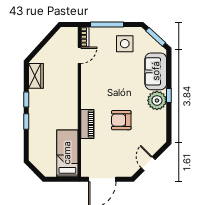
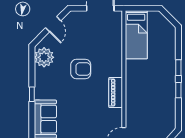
wardrobe: (36, 76) -> (168, 115), removed
plant: (157, 100) -> (44, 57), moved
piano: (87, 124) -> (116, 92), moved

